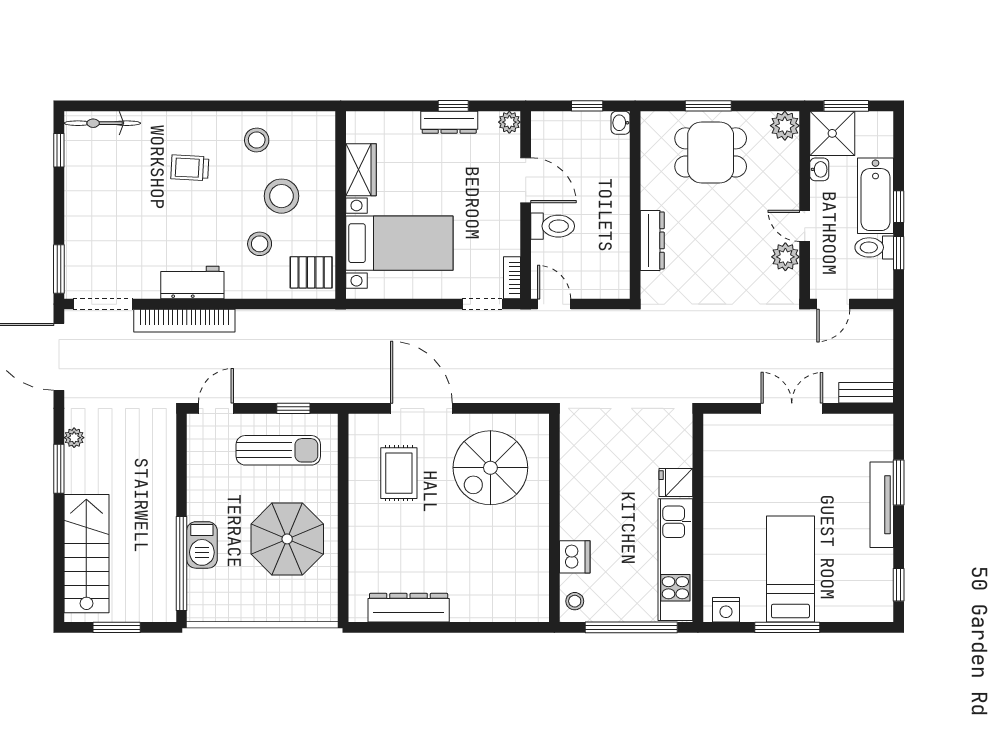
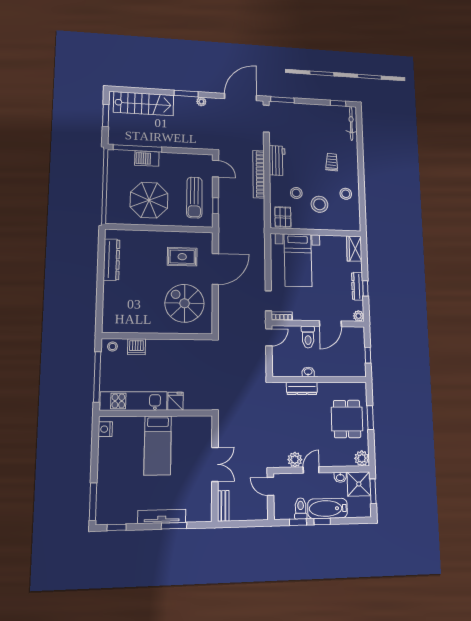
washbasin: (621, 123) -> (308, 372), moved
wardrobe: (361, 170) -> (354, 249), moved, turned 90
bookcase: (184, 321) -> (259, 174), moved
bed: (790, 569) -> (158, 445), moved, turned 90
window: (787, 627) -> (93, 502), moved

